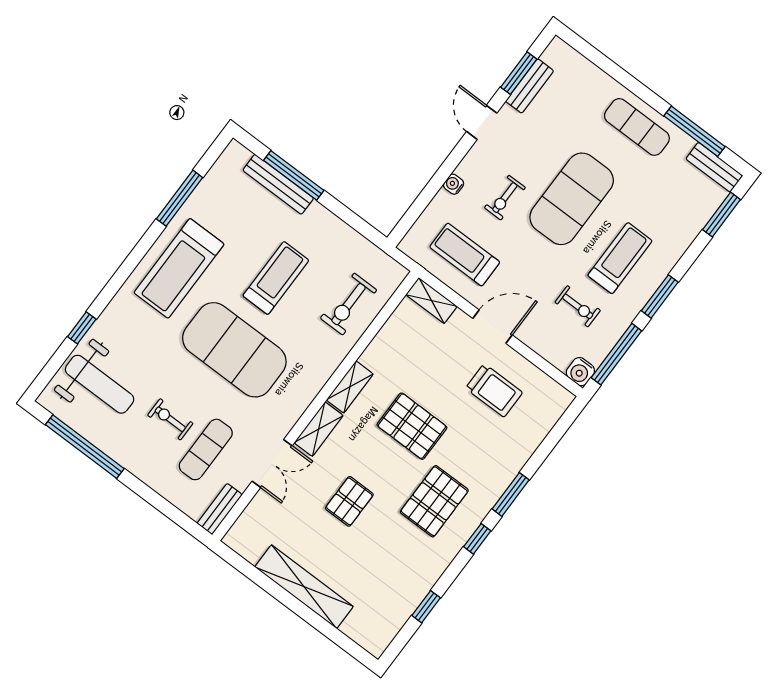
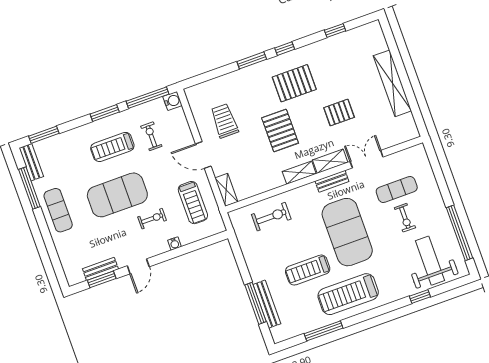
treadmill: (179, 268) -> (348, 294), turned 180
treadmill: (276, 278) -> (308, 270), moved
bench: (220, 509) -> (332, 181), moved

